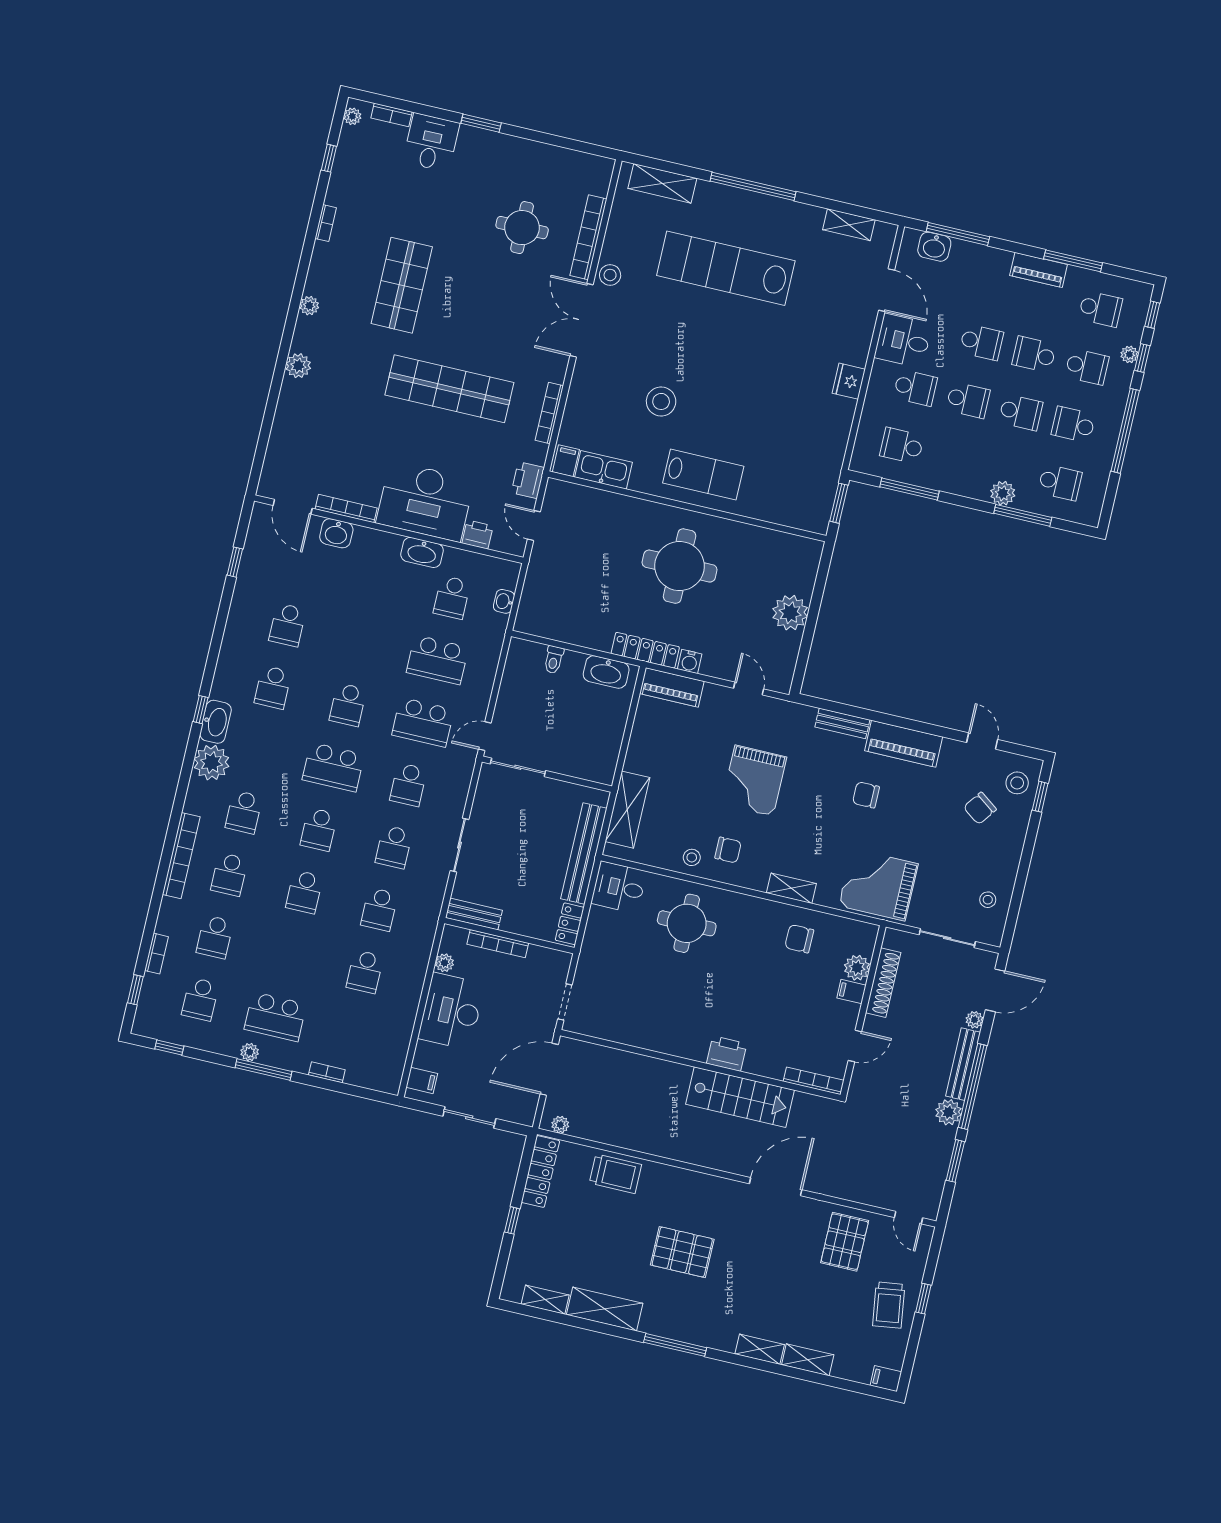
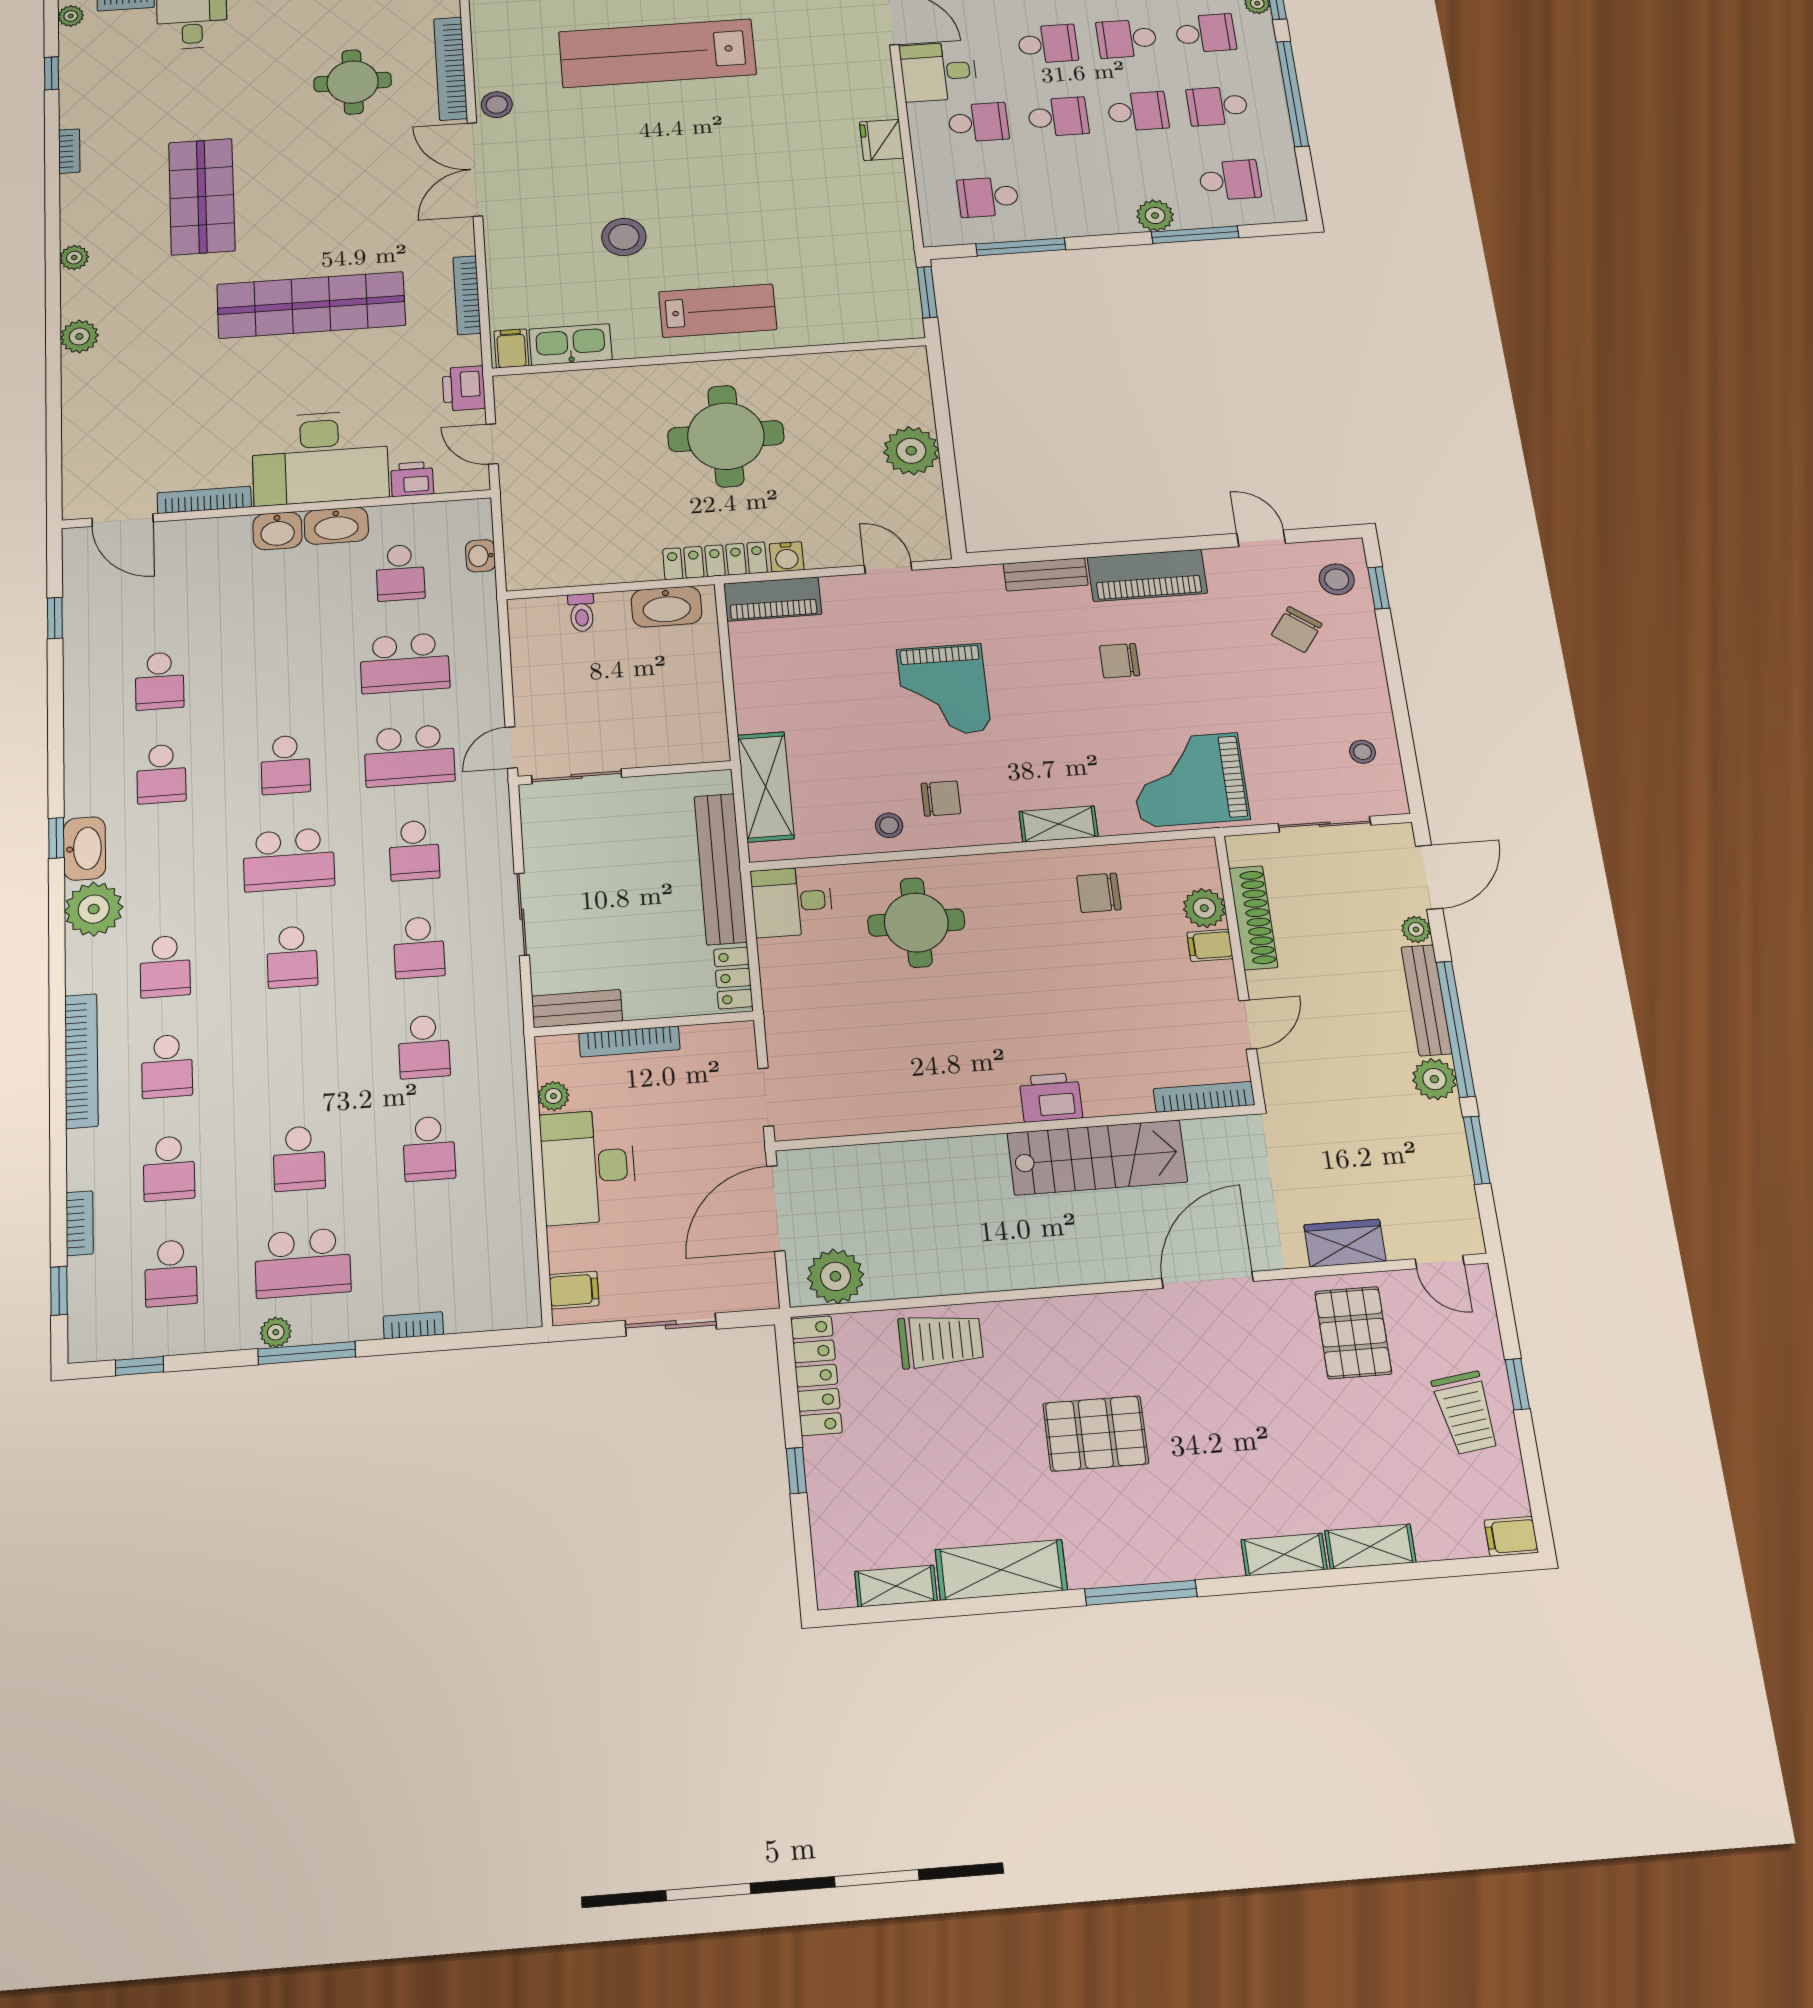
washbasin: (336, 533) -> (277, 531), moved
school desk: (304, 892) -> (299, 1158), moved
plant: (560, 1125) -> (835, 1276), width x1.88, depth x1.88
wardrobe: (860, 1190) -> (1345, 1243), added

